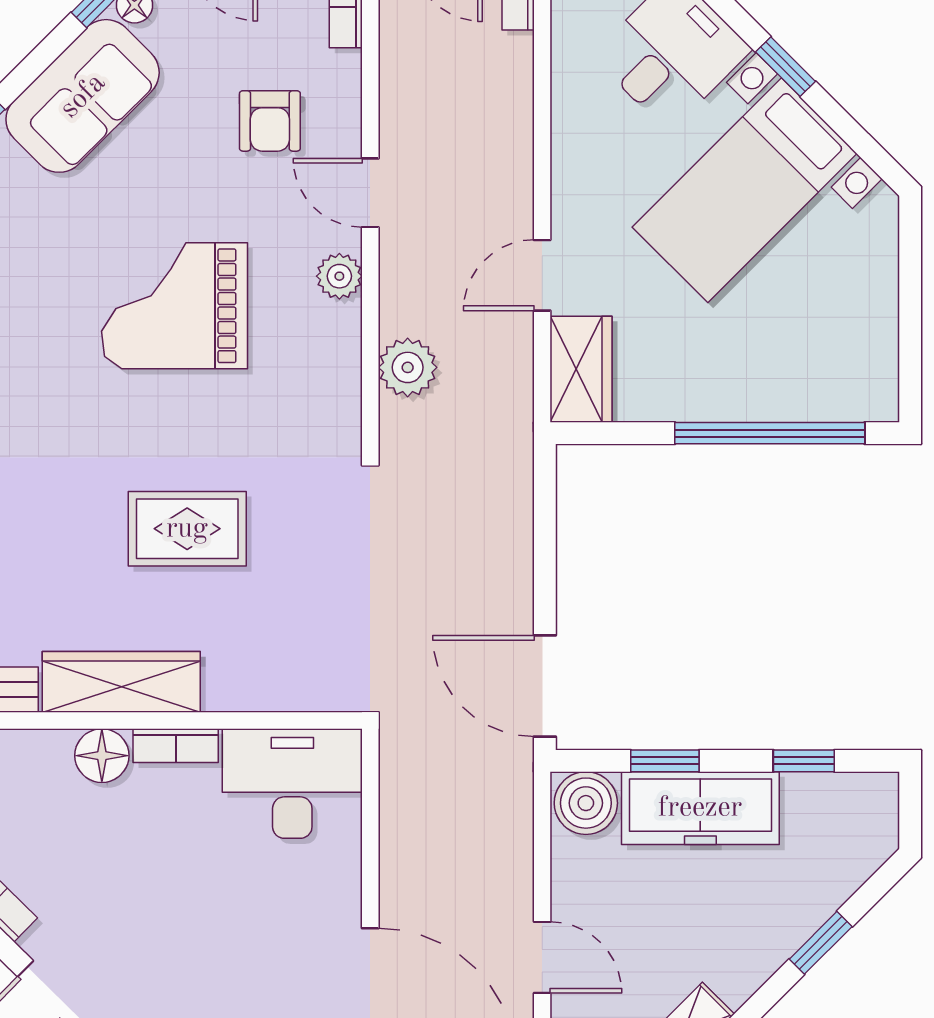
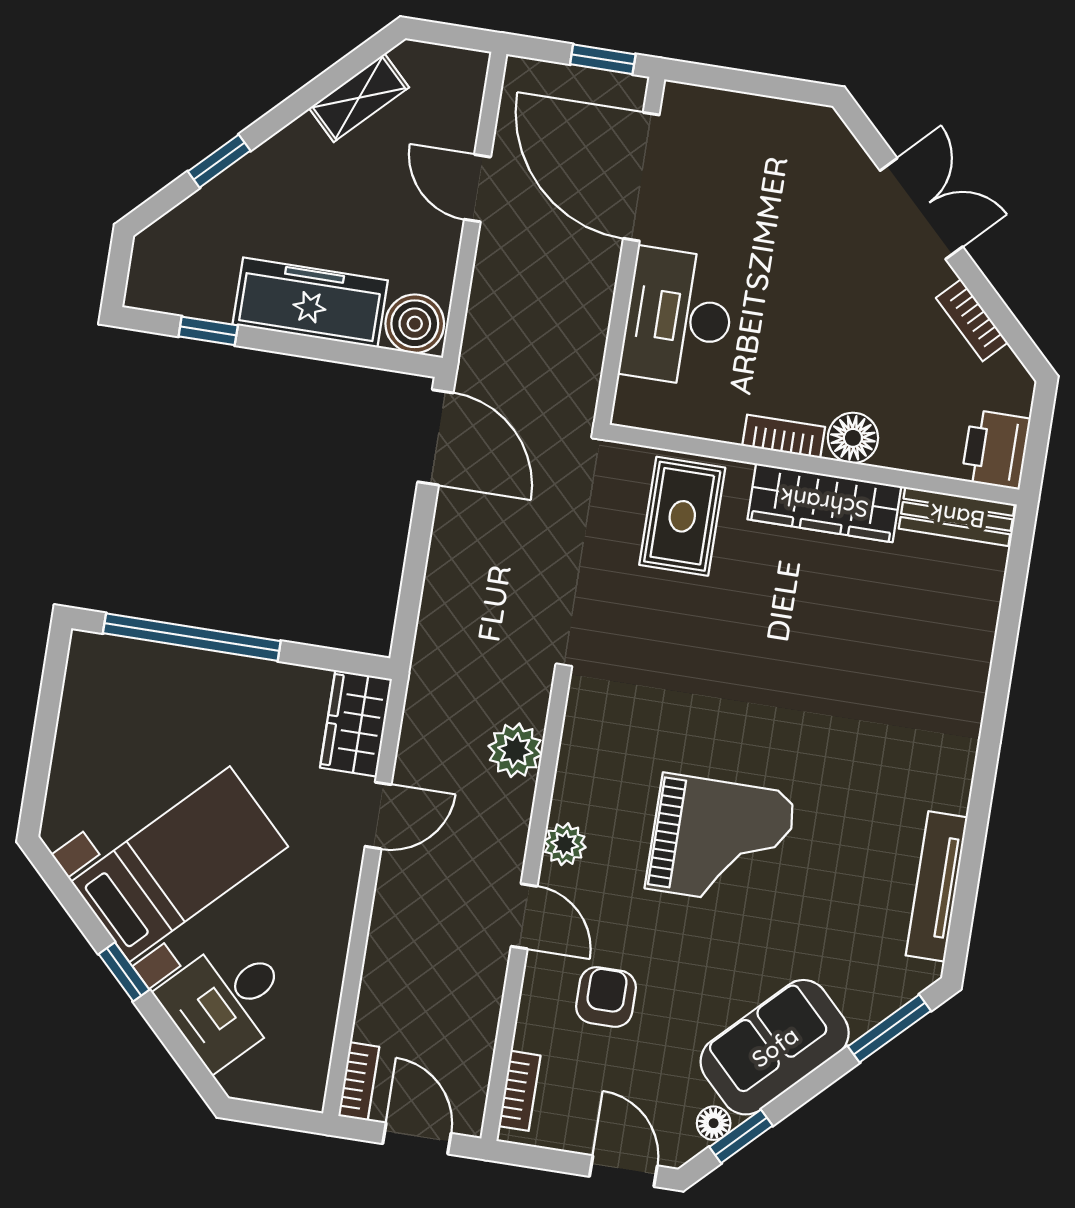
rug: (187, 529) -> (682, 516), moved, turned 90
window: (665, 761) -> (336, 351), removed
desk: (292, 784) -> (678, 317), moved, turned 90

